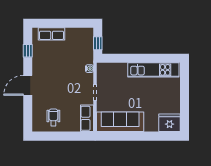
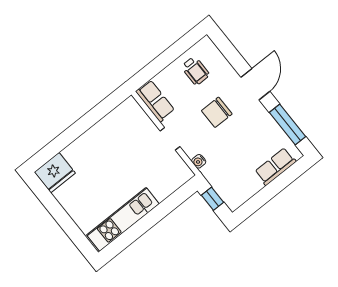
window: (28, 51) -> (288, 125), width x2.17
chair: (60, 87) -> (217, 112), added
sofa: (120, 122) -> (113, 128), removed

